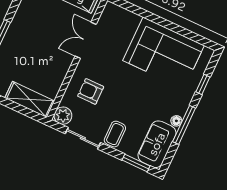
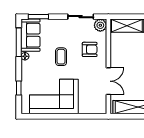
window: (184, 125) -> (19, 42), moved
coffee table: (115, 134) -> (61, 57), moved

